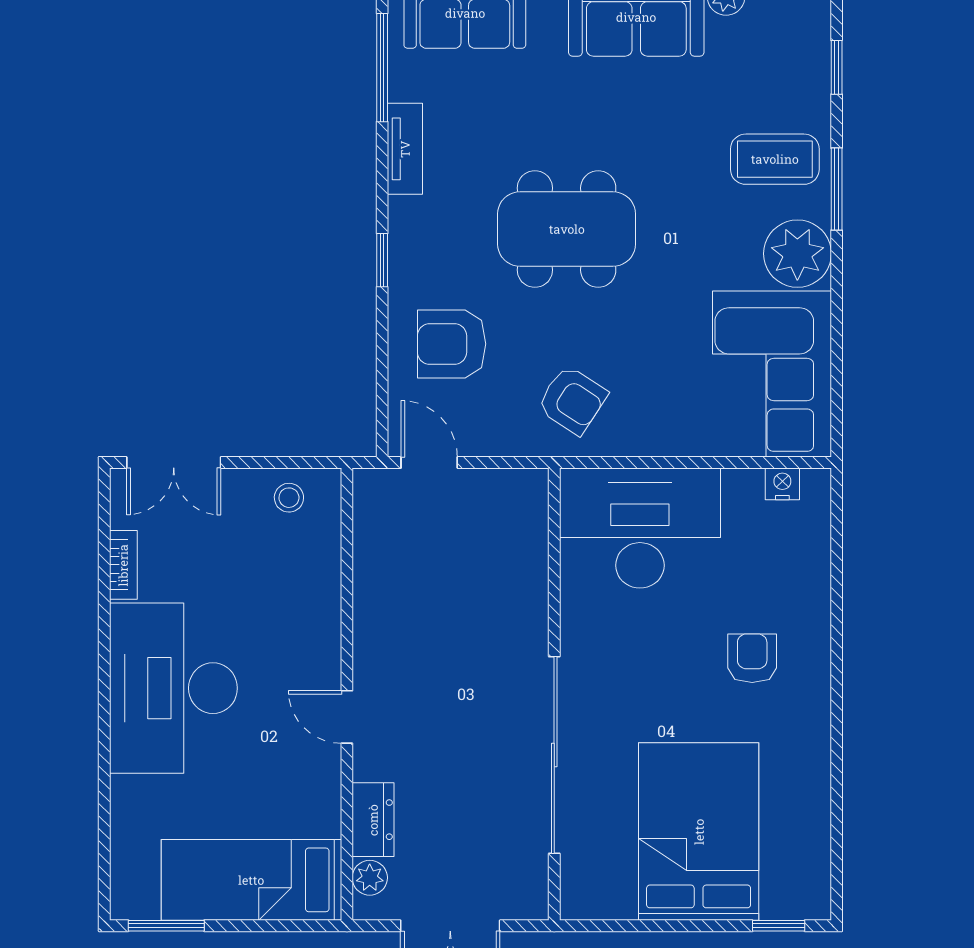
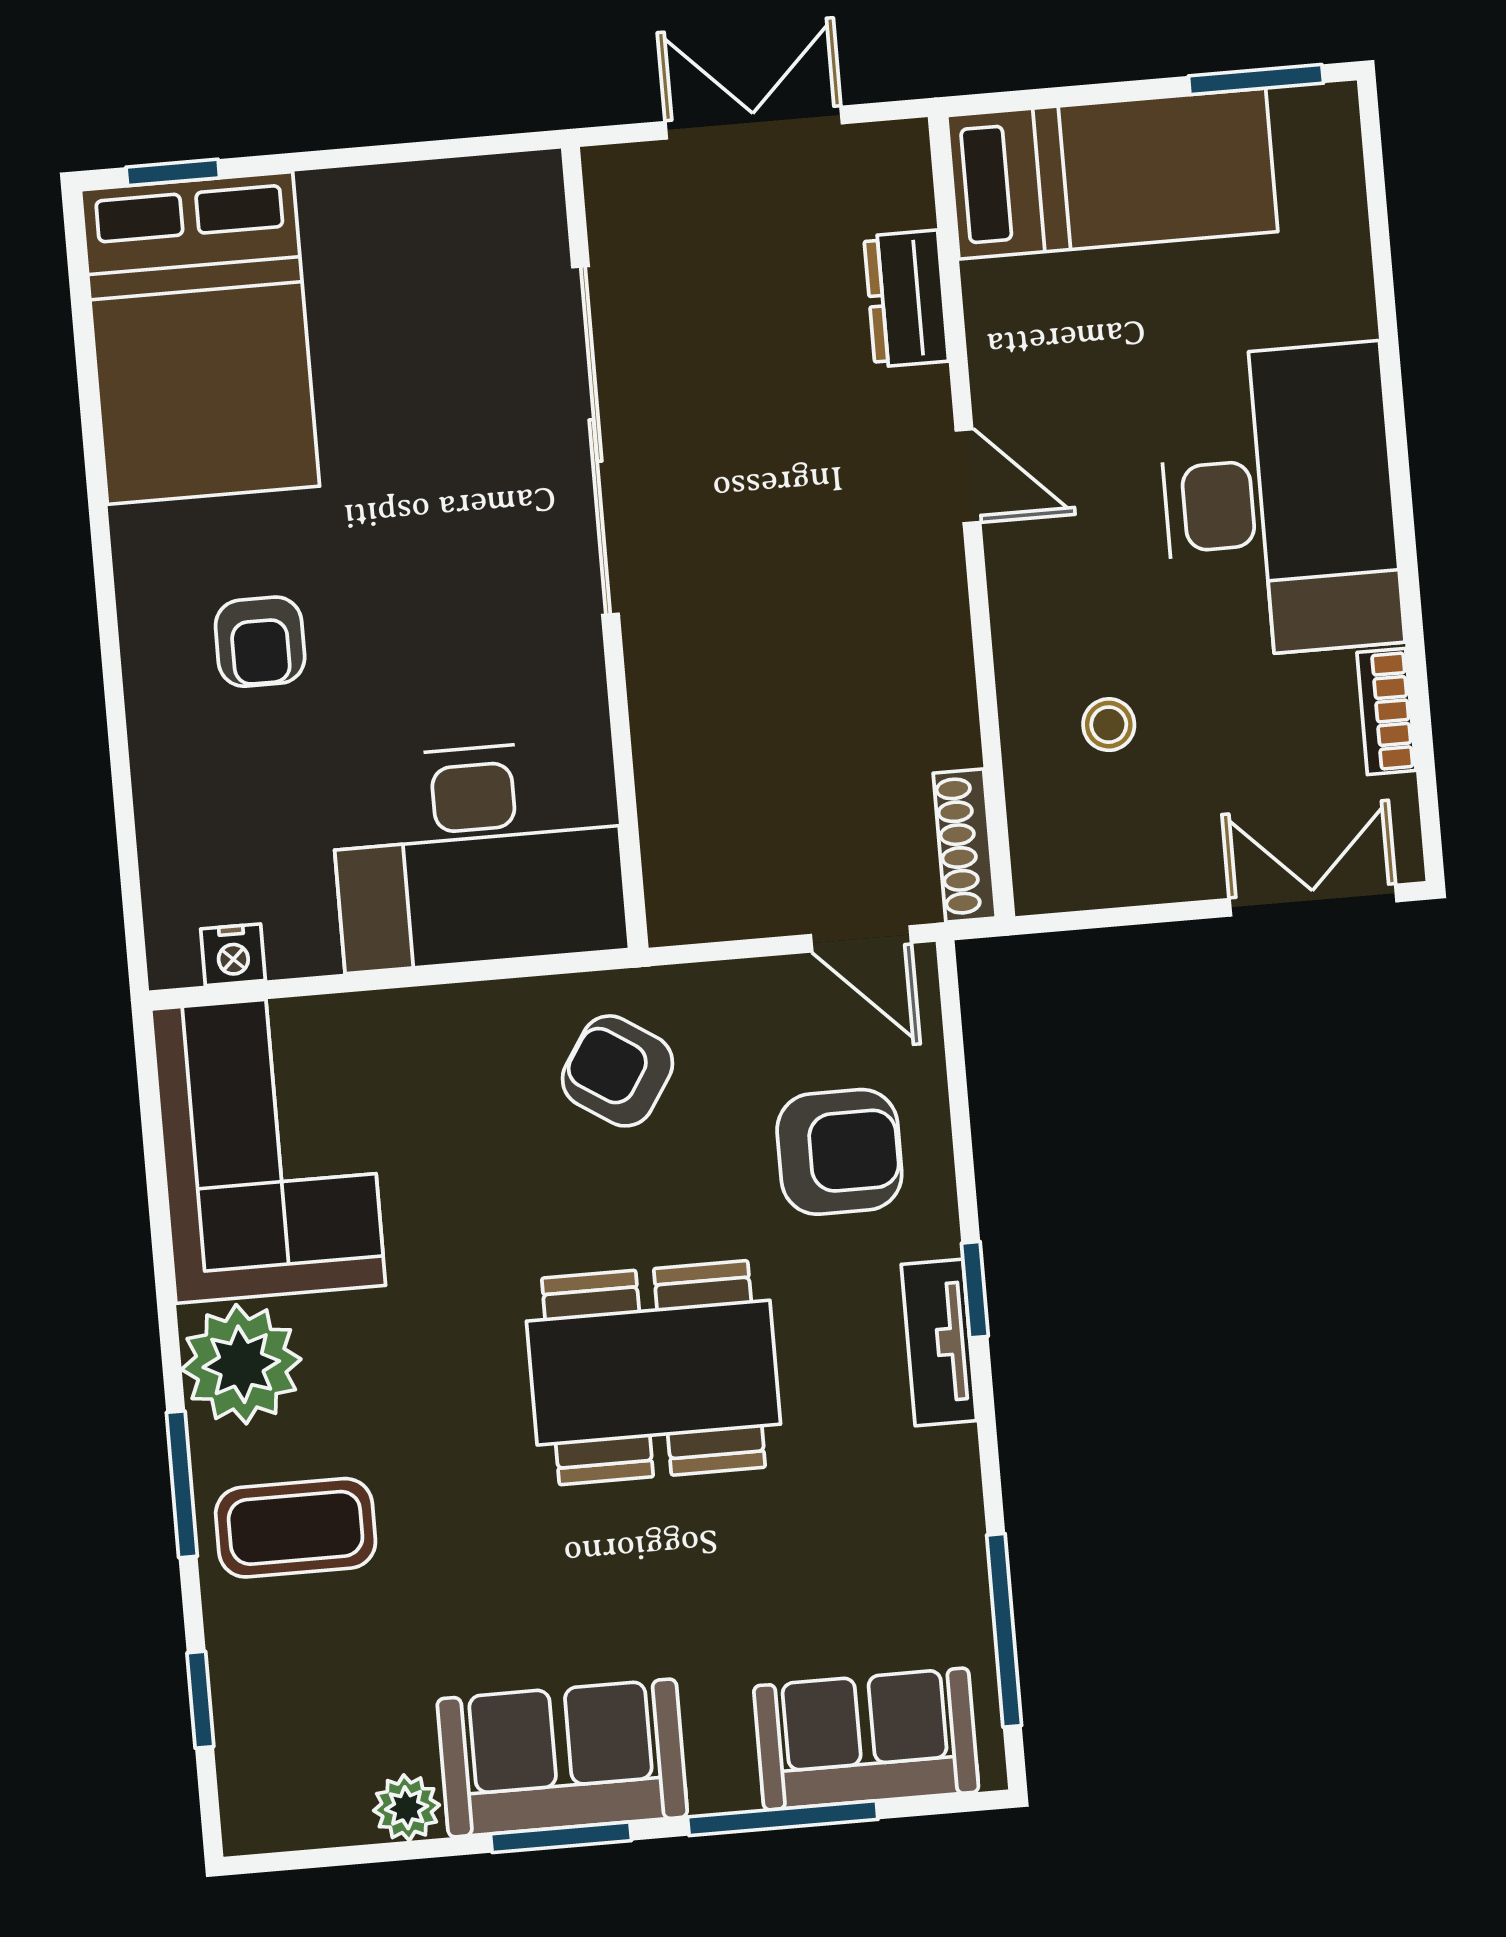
tv unit: (405, 149) -> (939, 1342), moved
stool: (289, 498) -> (1109, 725), moved
shoe rack: (366, 510) -> (965, 845), added
bed: (699, 832) -> (200, 338), moved
plant: (370, 878) -> (903, 195), removed

